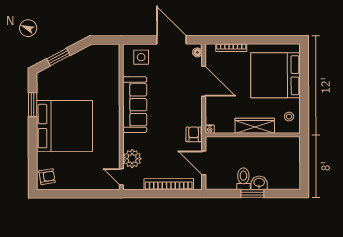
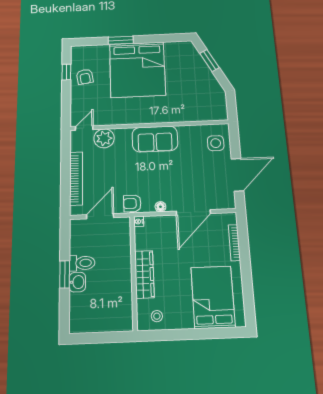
floor lamp: (197, 52) -> (160, 207), moved
bed: (275, 75) -> (213, 297), width x0.73
window: (33, 105) -> (121, 40), moved
sofa: (135, 105) -> (155, 139), width x0.73
armchair: (194, 134) -> (132, 203), turned 180
armchair: (47, 177) -> (85, 77), moved
window: (64, 194) -> (66, 72), added

